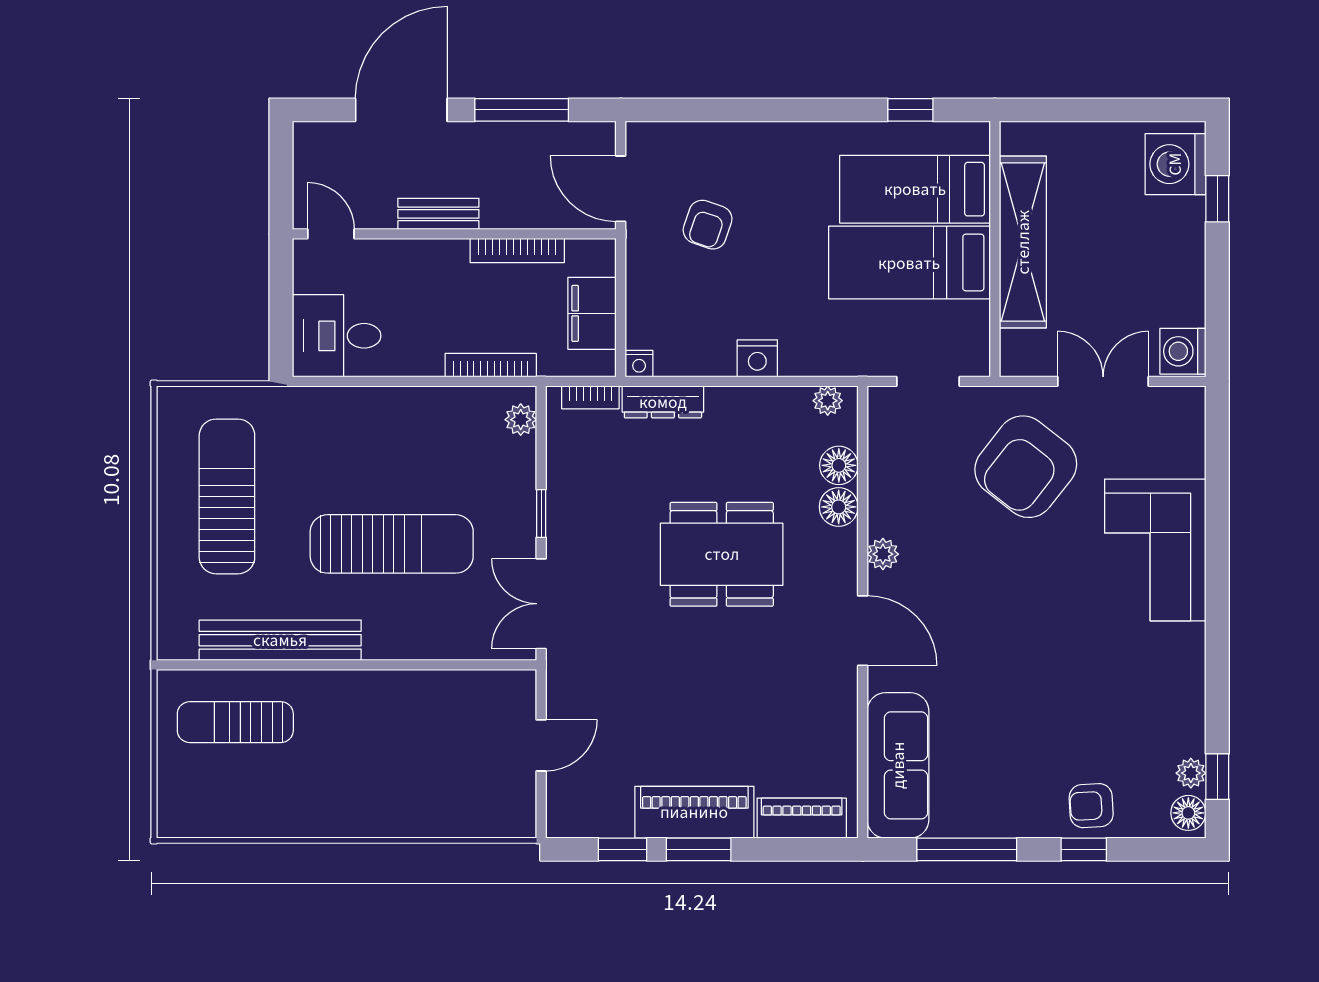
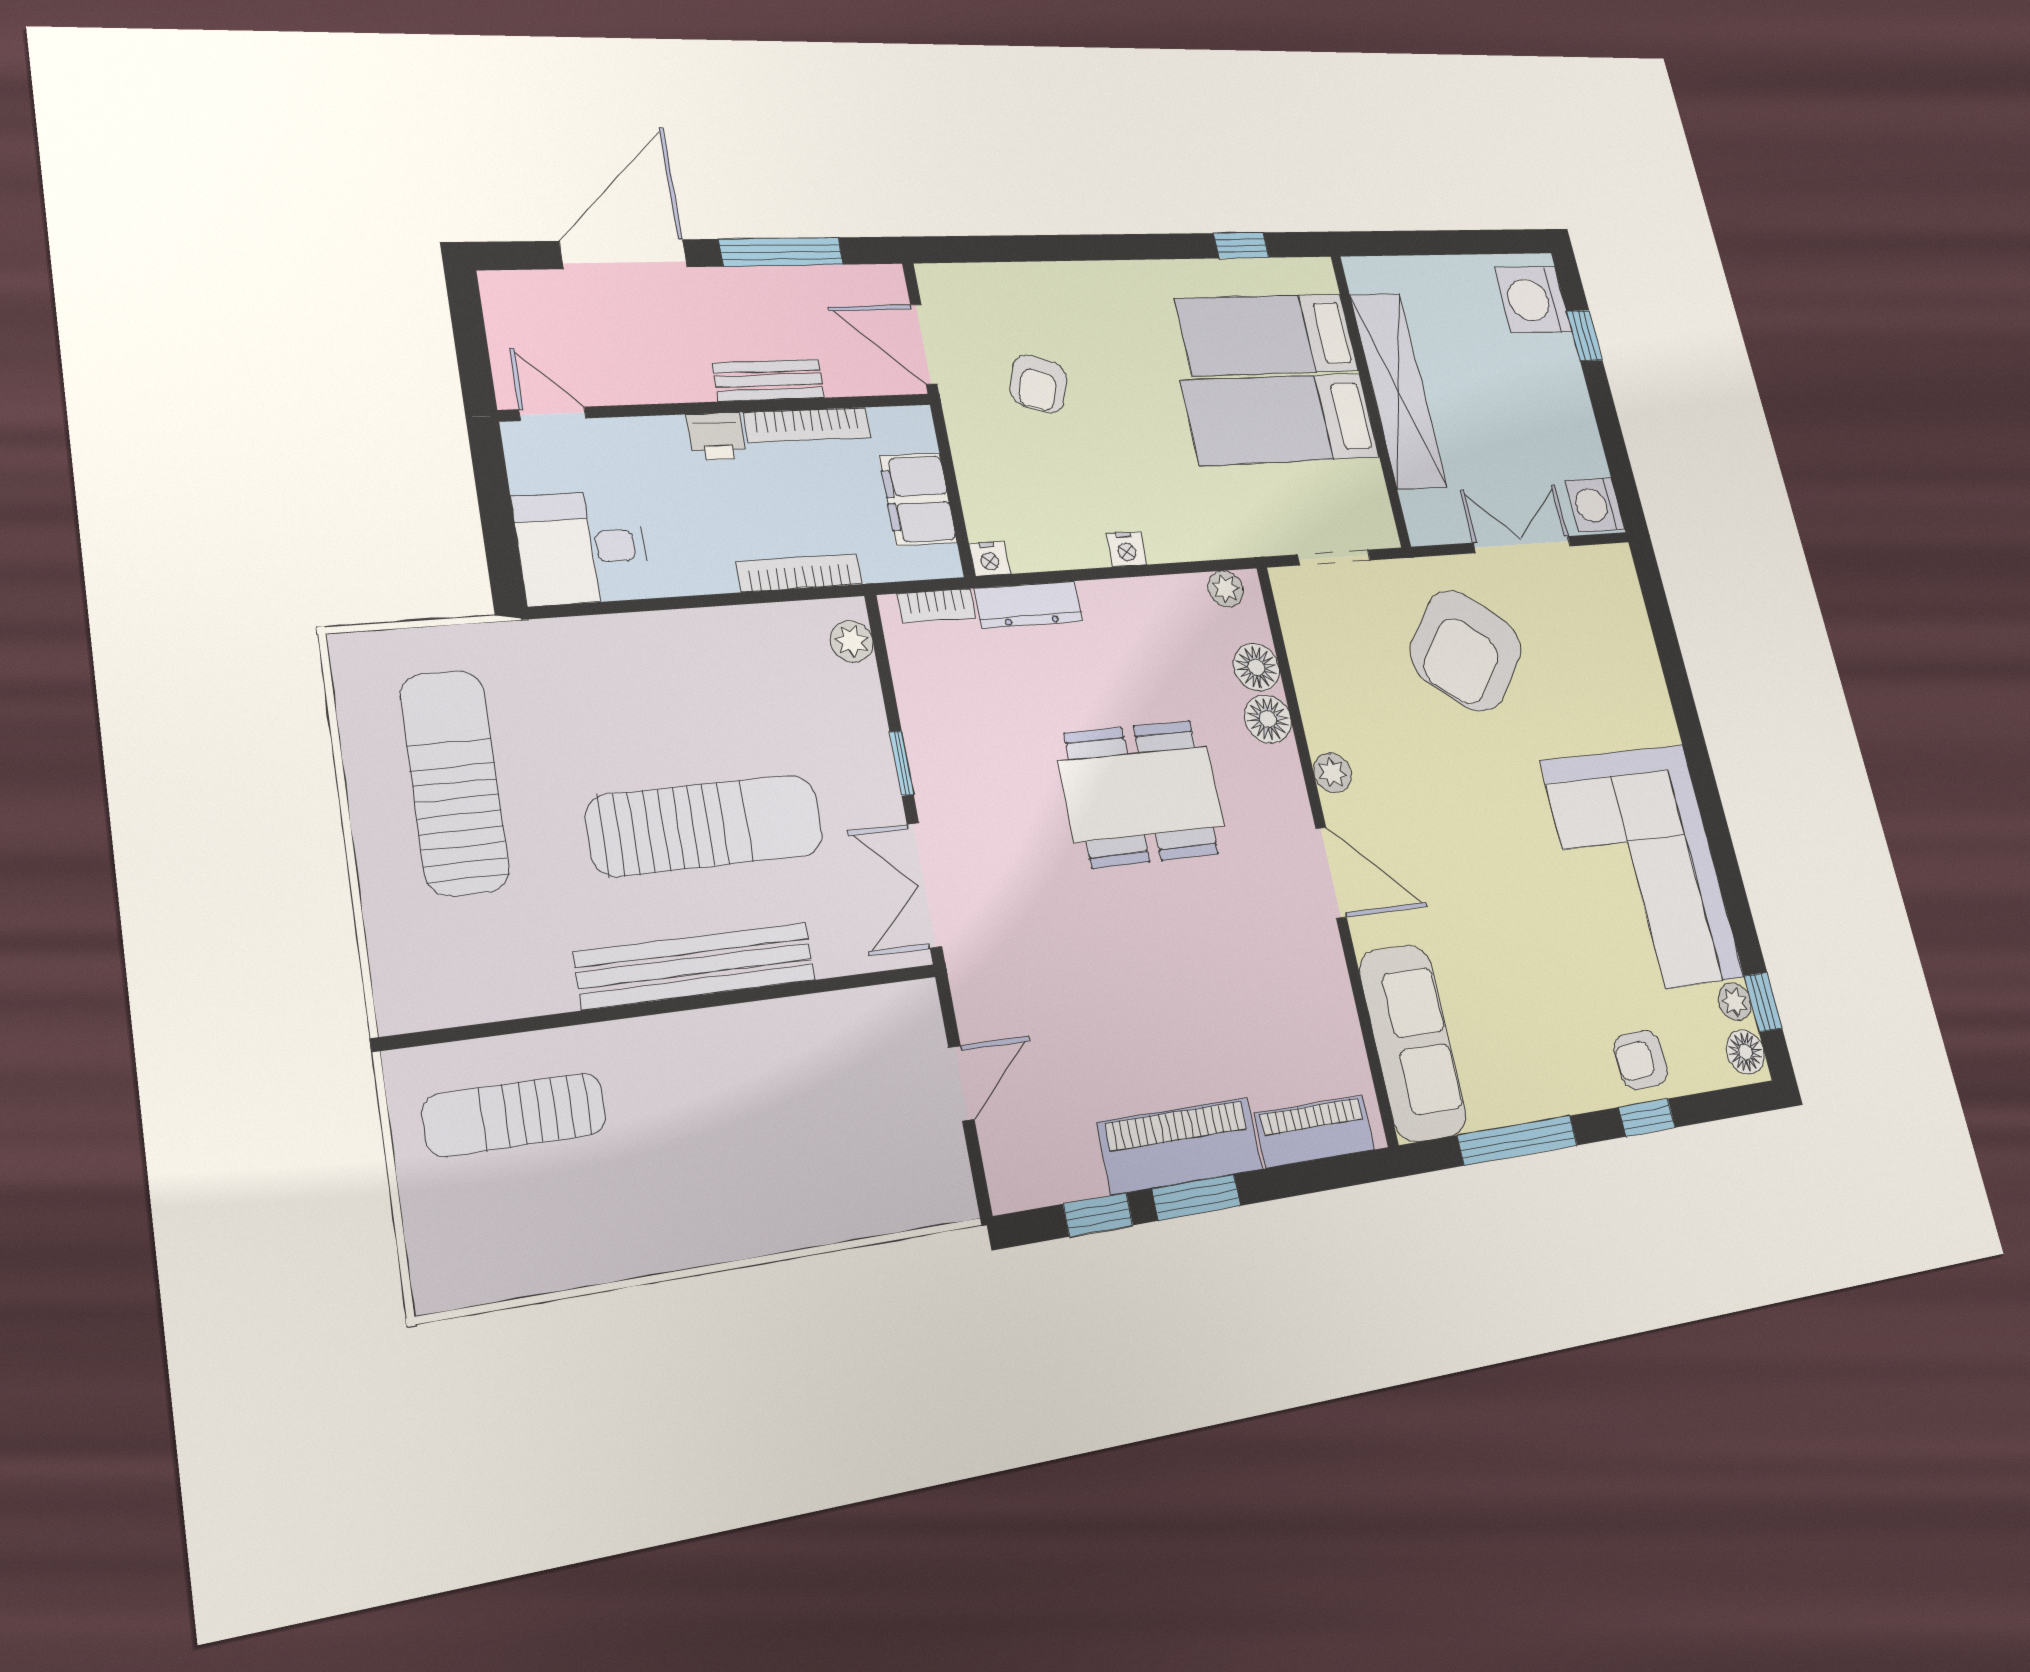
bench: (438, 214) -> (769, 380), moved
printer: (447, 256) -> (717, 436), added
nightstand: (757, 358) -> (1126, 549), width x0.72, depth x0.74
corner sofa: (1155, 550) -> (1642, 869), moved, width x1.36, depth x1.36
bench: (280, 640) -> (696, 966), moved

